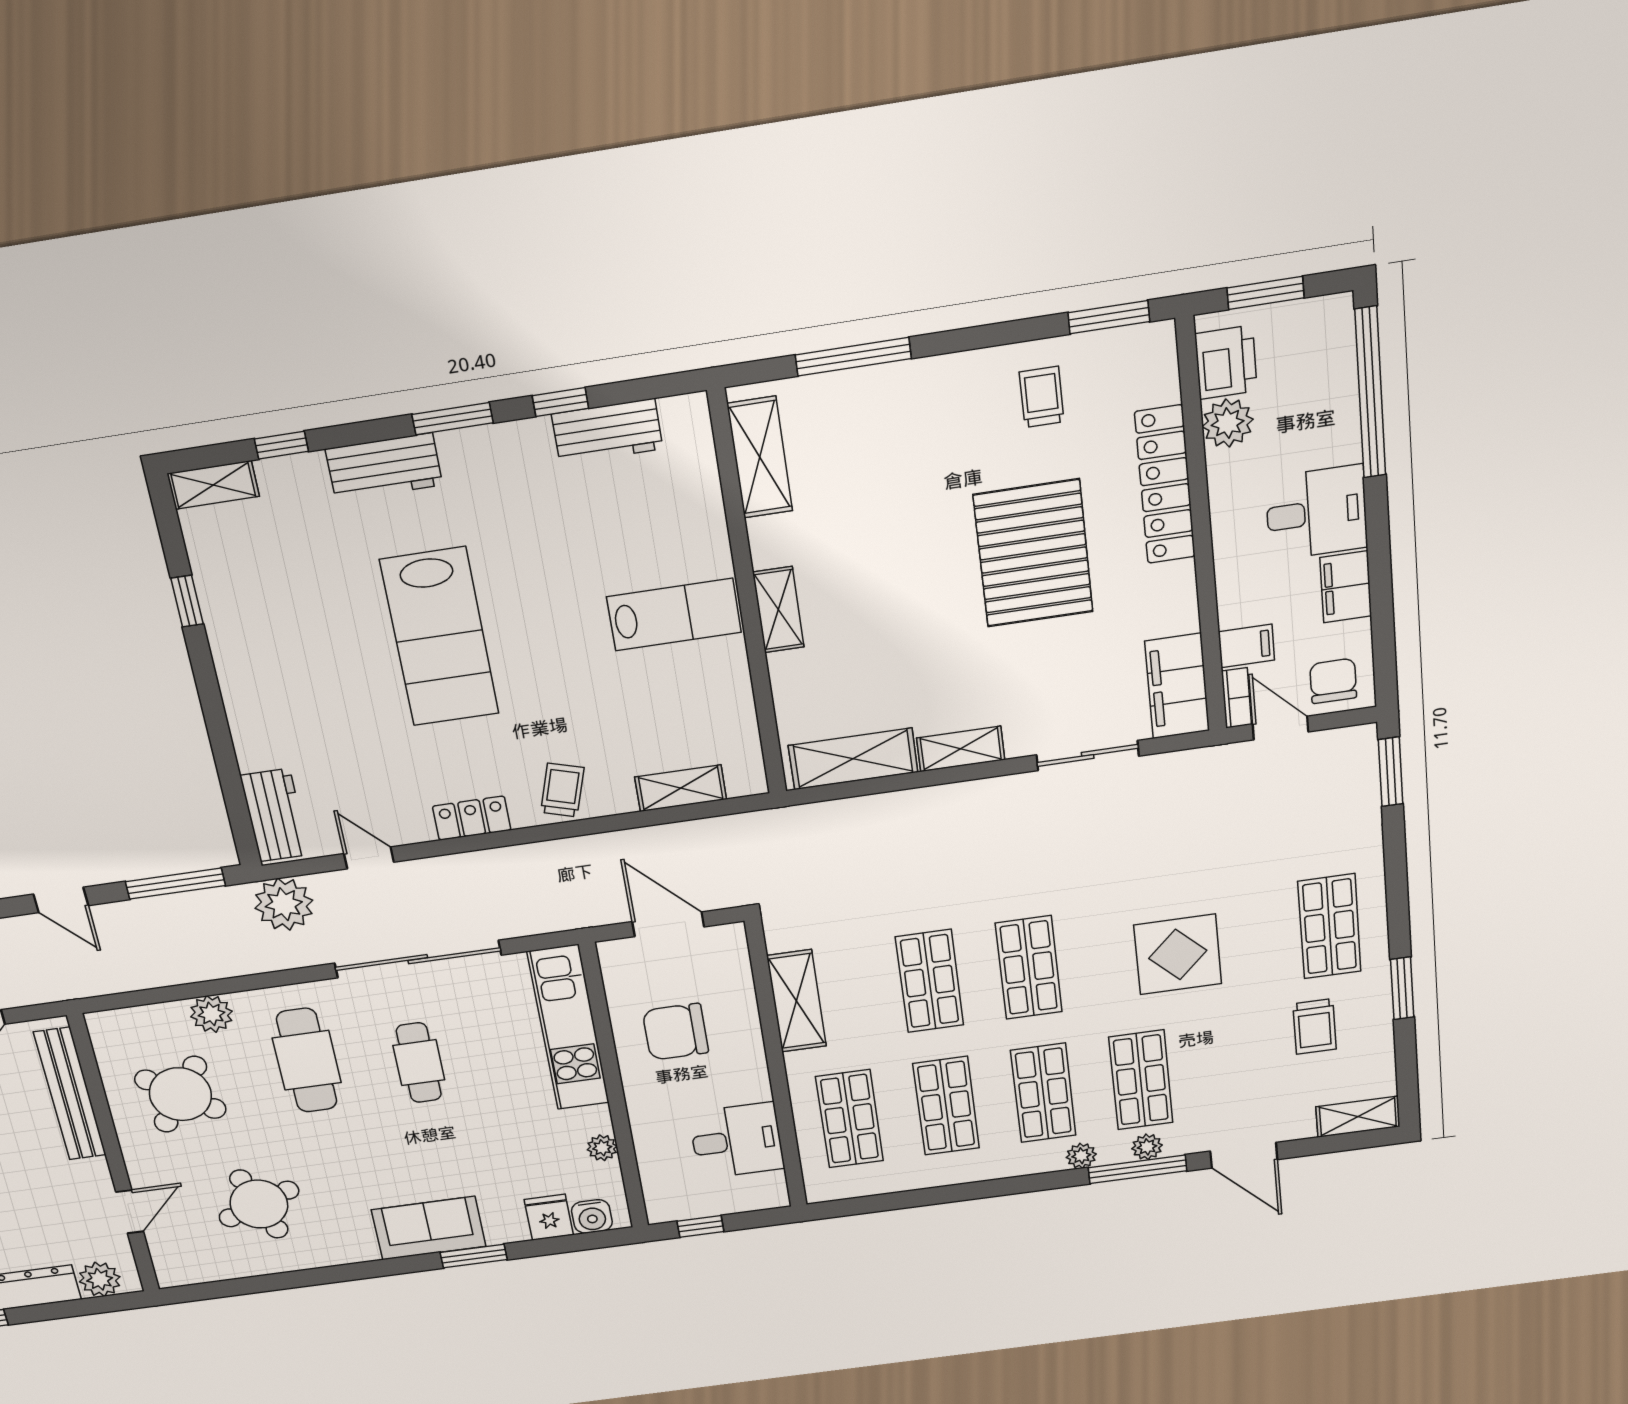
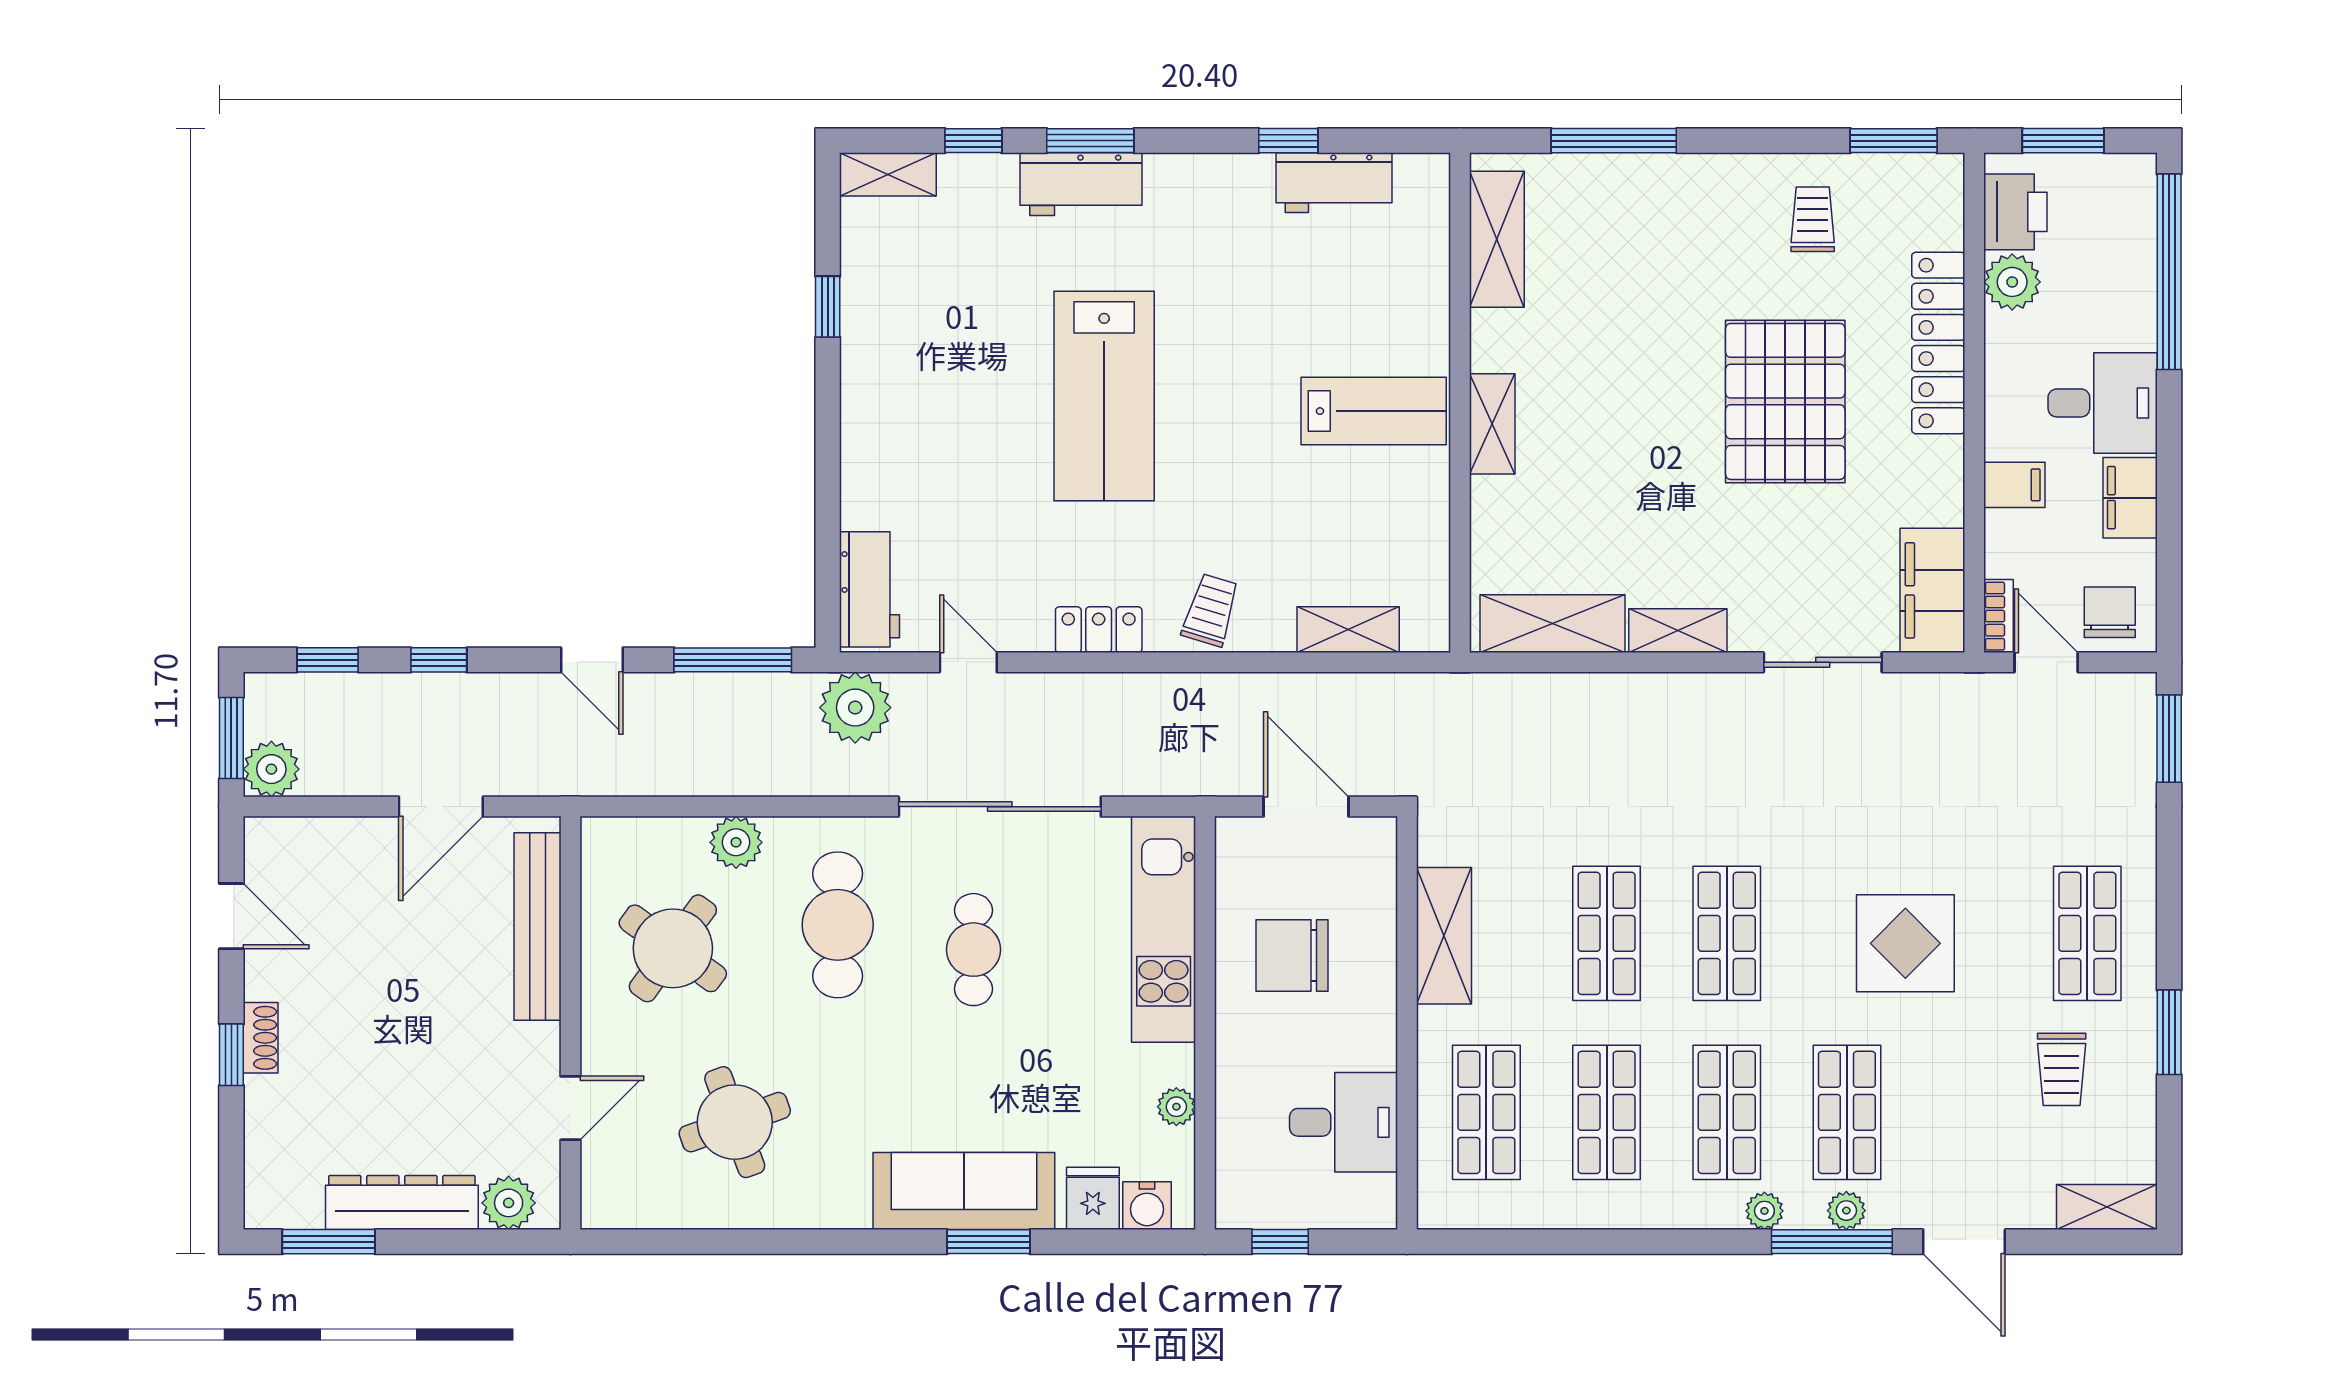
window: (453, 419) -> (1090, 141), moved
filing cabinet: (1246, 646) -> (2014, 485), moved
sofa: (429, 1228) -> (964, 1191), width x1.36

